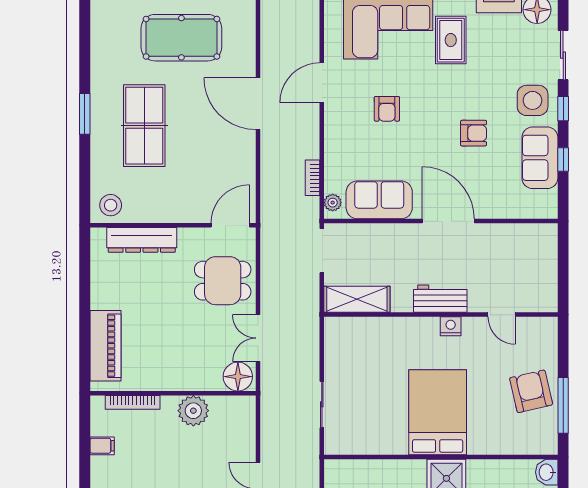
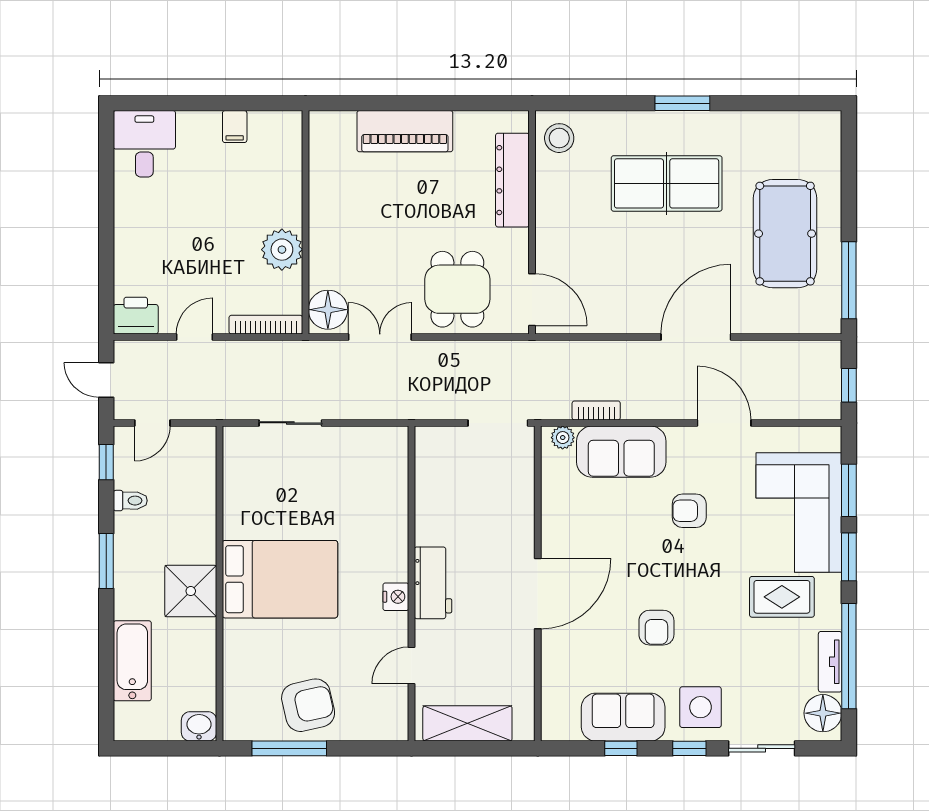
sofa: (379, 200) -> (621, 452), moved, turned 90
shelving: (357, 299) -> (467, 723), moved, turned 90
piano: (105, 346) -> (405, 131), moved
bookcase: (133, 402) -> (266, 325), moved, turned 90

